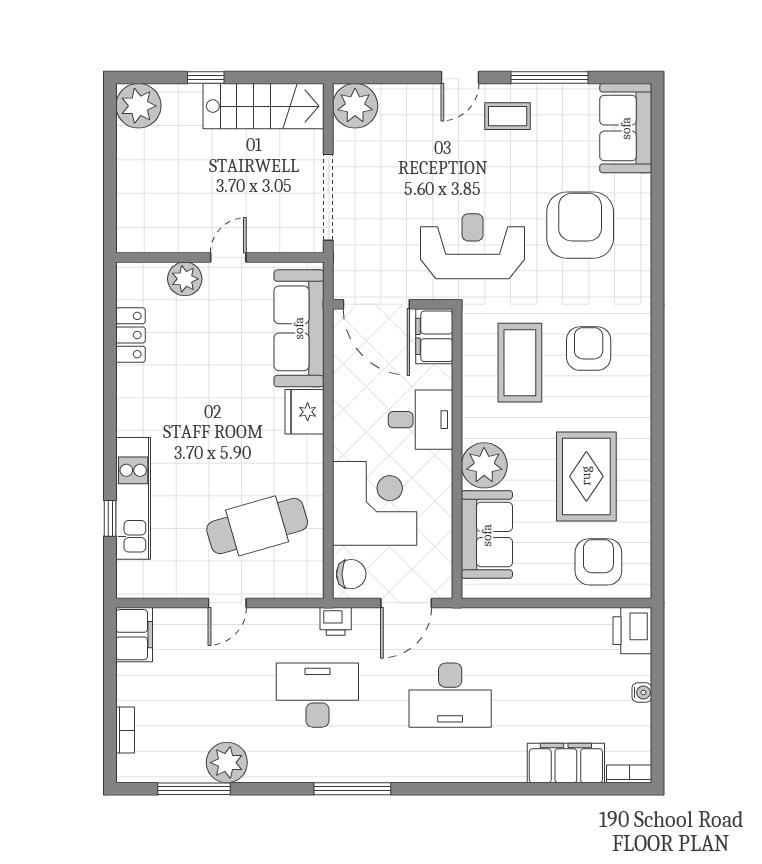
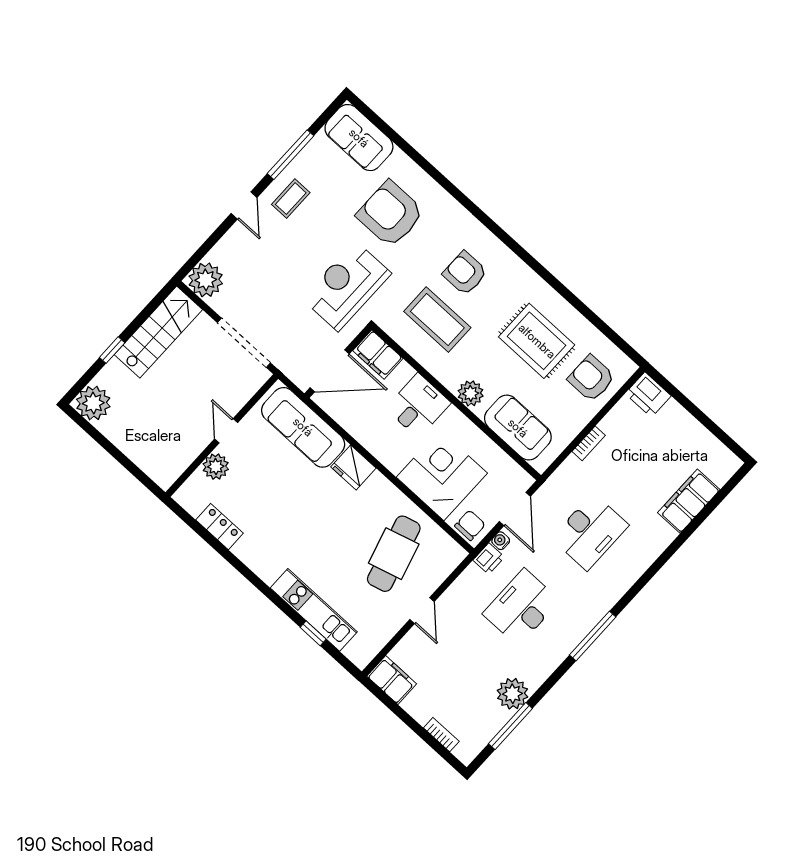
plant: (484, 465) -> (471, 393), width x0.73, depth x0.73
water cooler: (642, 692) -> (501, 541), moved, turned -90
bookcase: (629, 774) -> (589, 443), moved, turned 180

